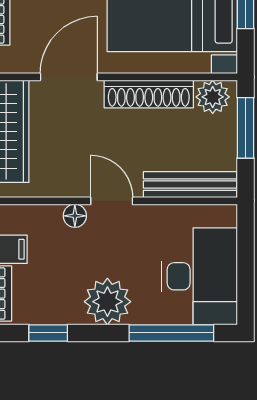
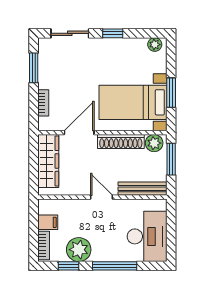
floor lamp: (75, 216) -> (82, 205), removed
plant: (107, 302) -> (79, 250), moved
window: (171, 333) -> (115, 266), moved

